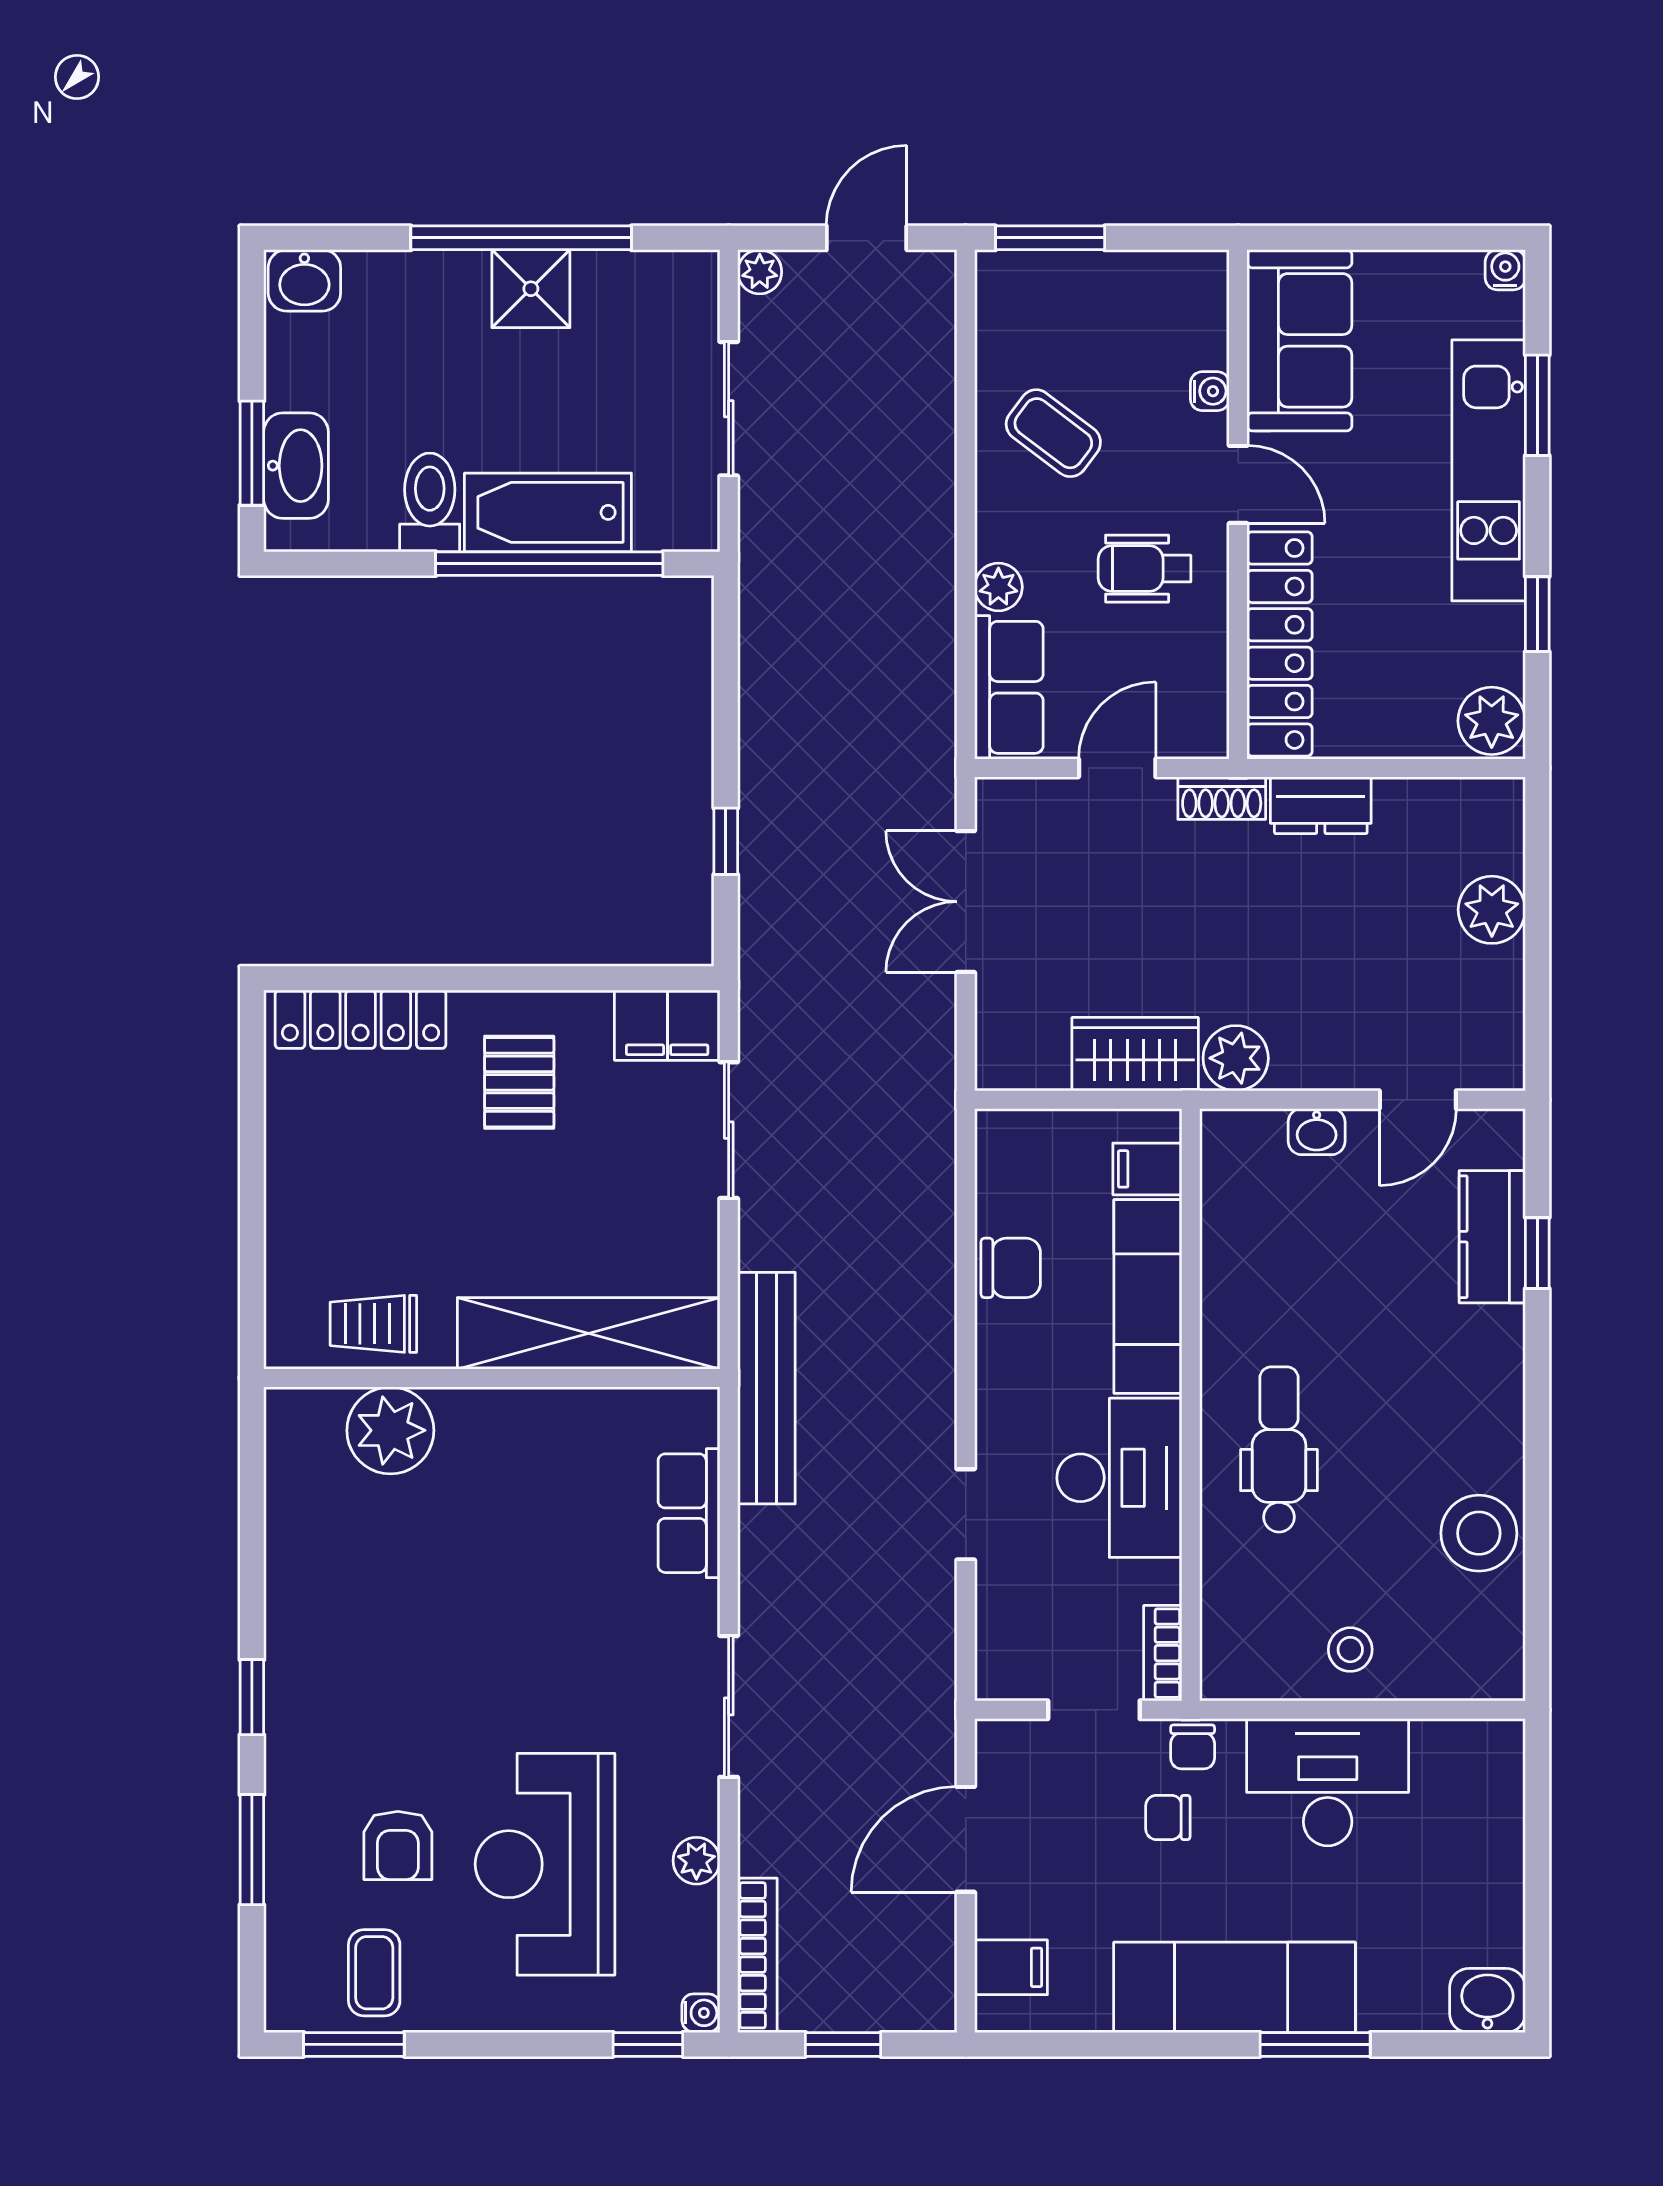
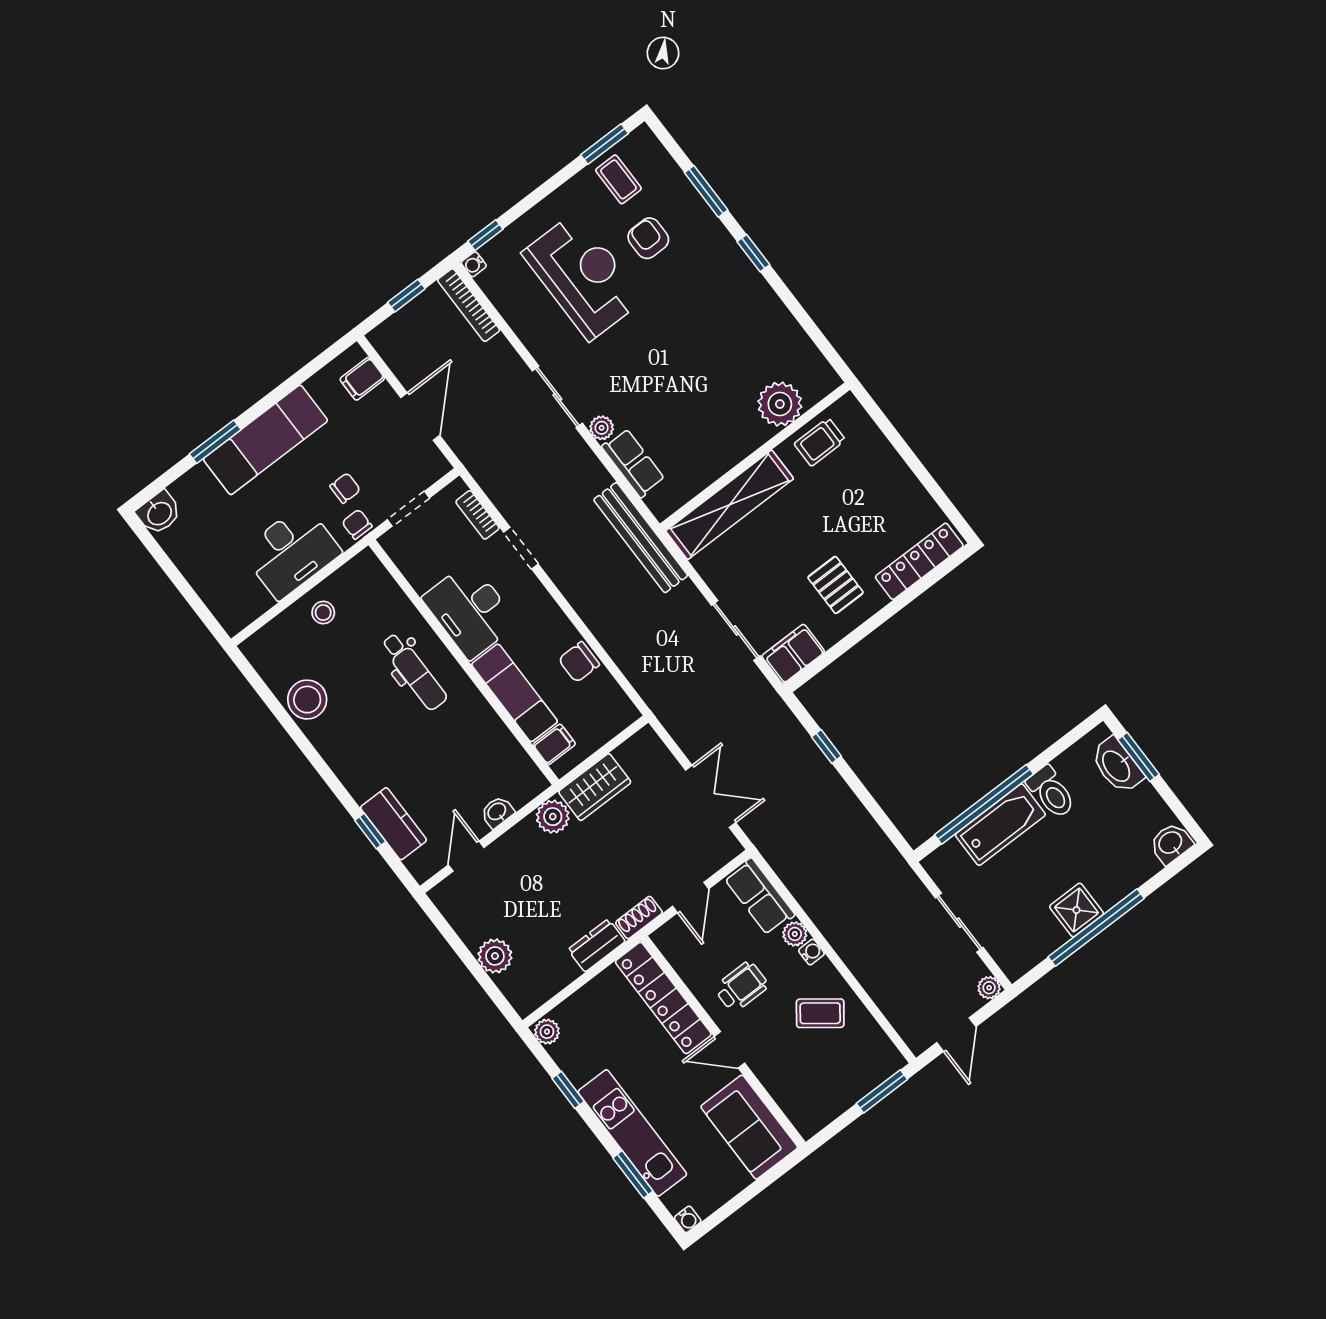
water cooler: (1210, 391) -> (811, 952), moved, turned 180
plant: (1492, 721) -> (547, 1032), width x0.73, depth x0.73
trolley: (373, 1324) -> (820, 442), turned 180
bookcase: (1163, 1653) -> (477, 515), moved, turned 180
plant: (696, 1861) -> (602, 428), moved

